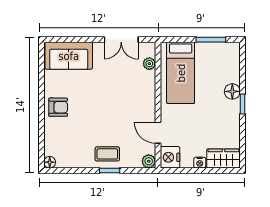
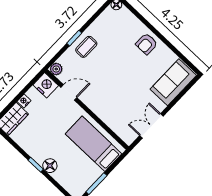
plant: (149, 64) -> (119, 129), removed

